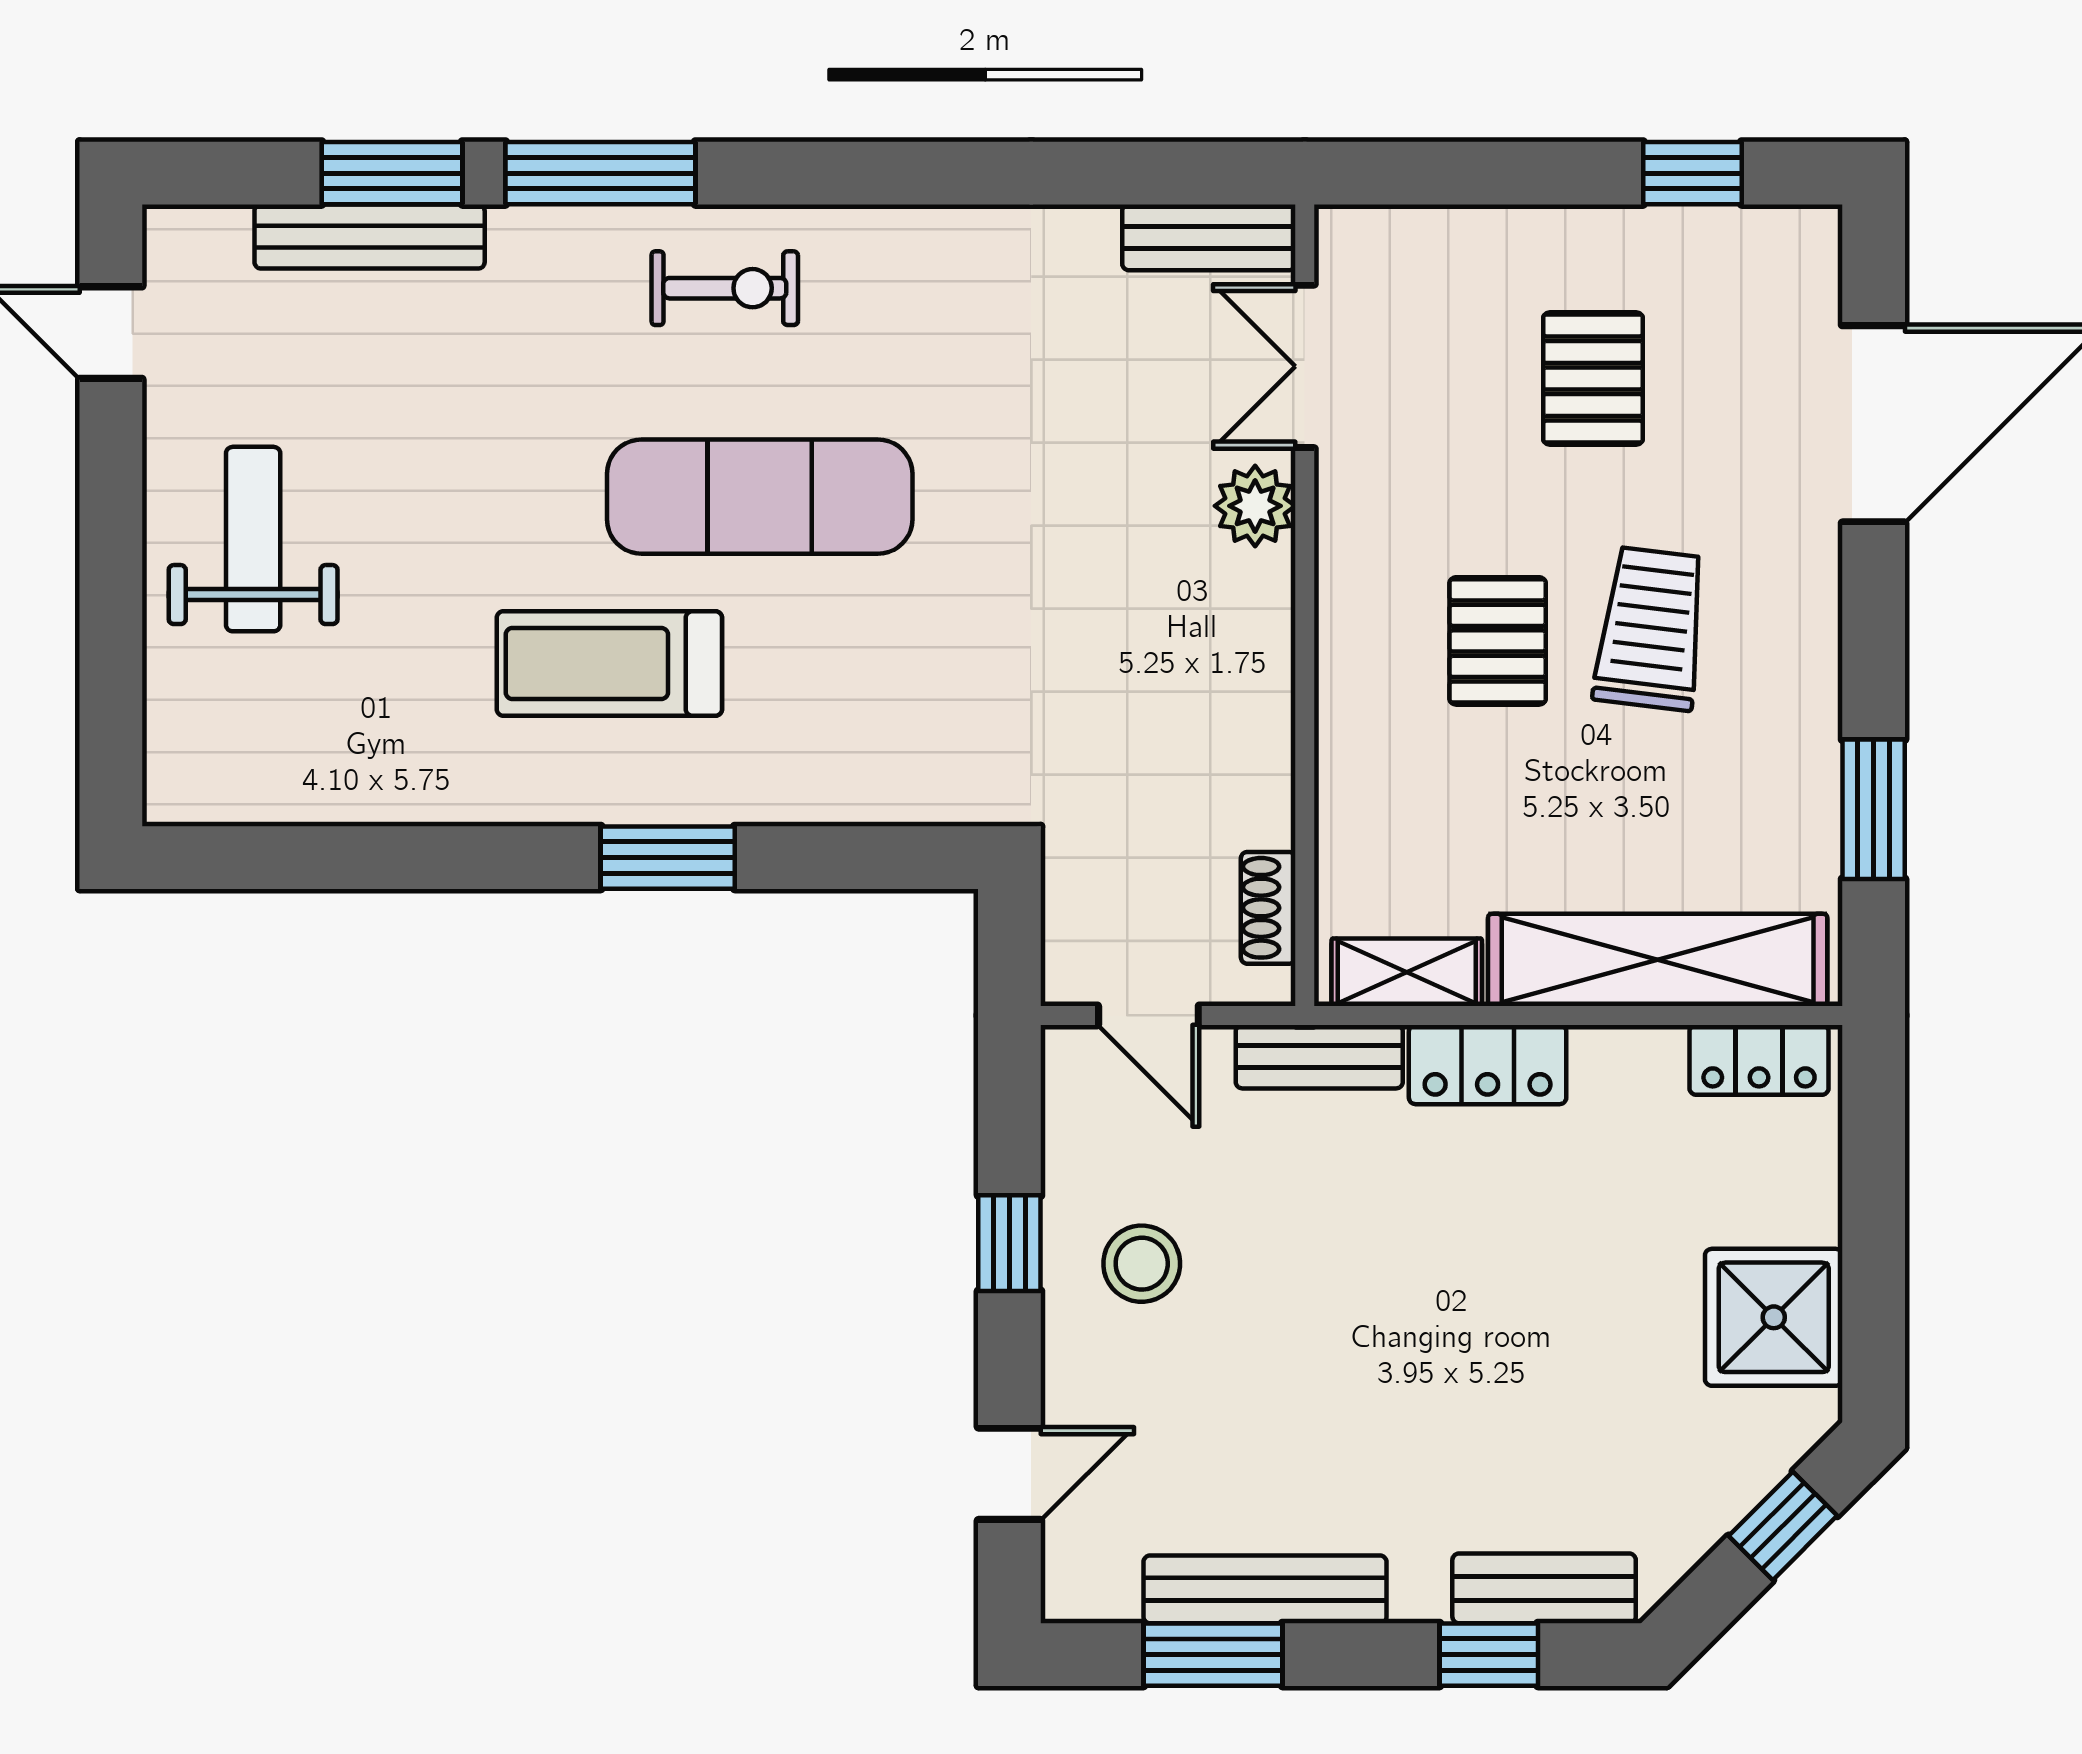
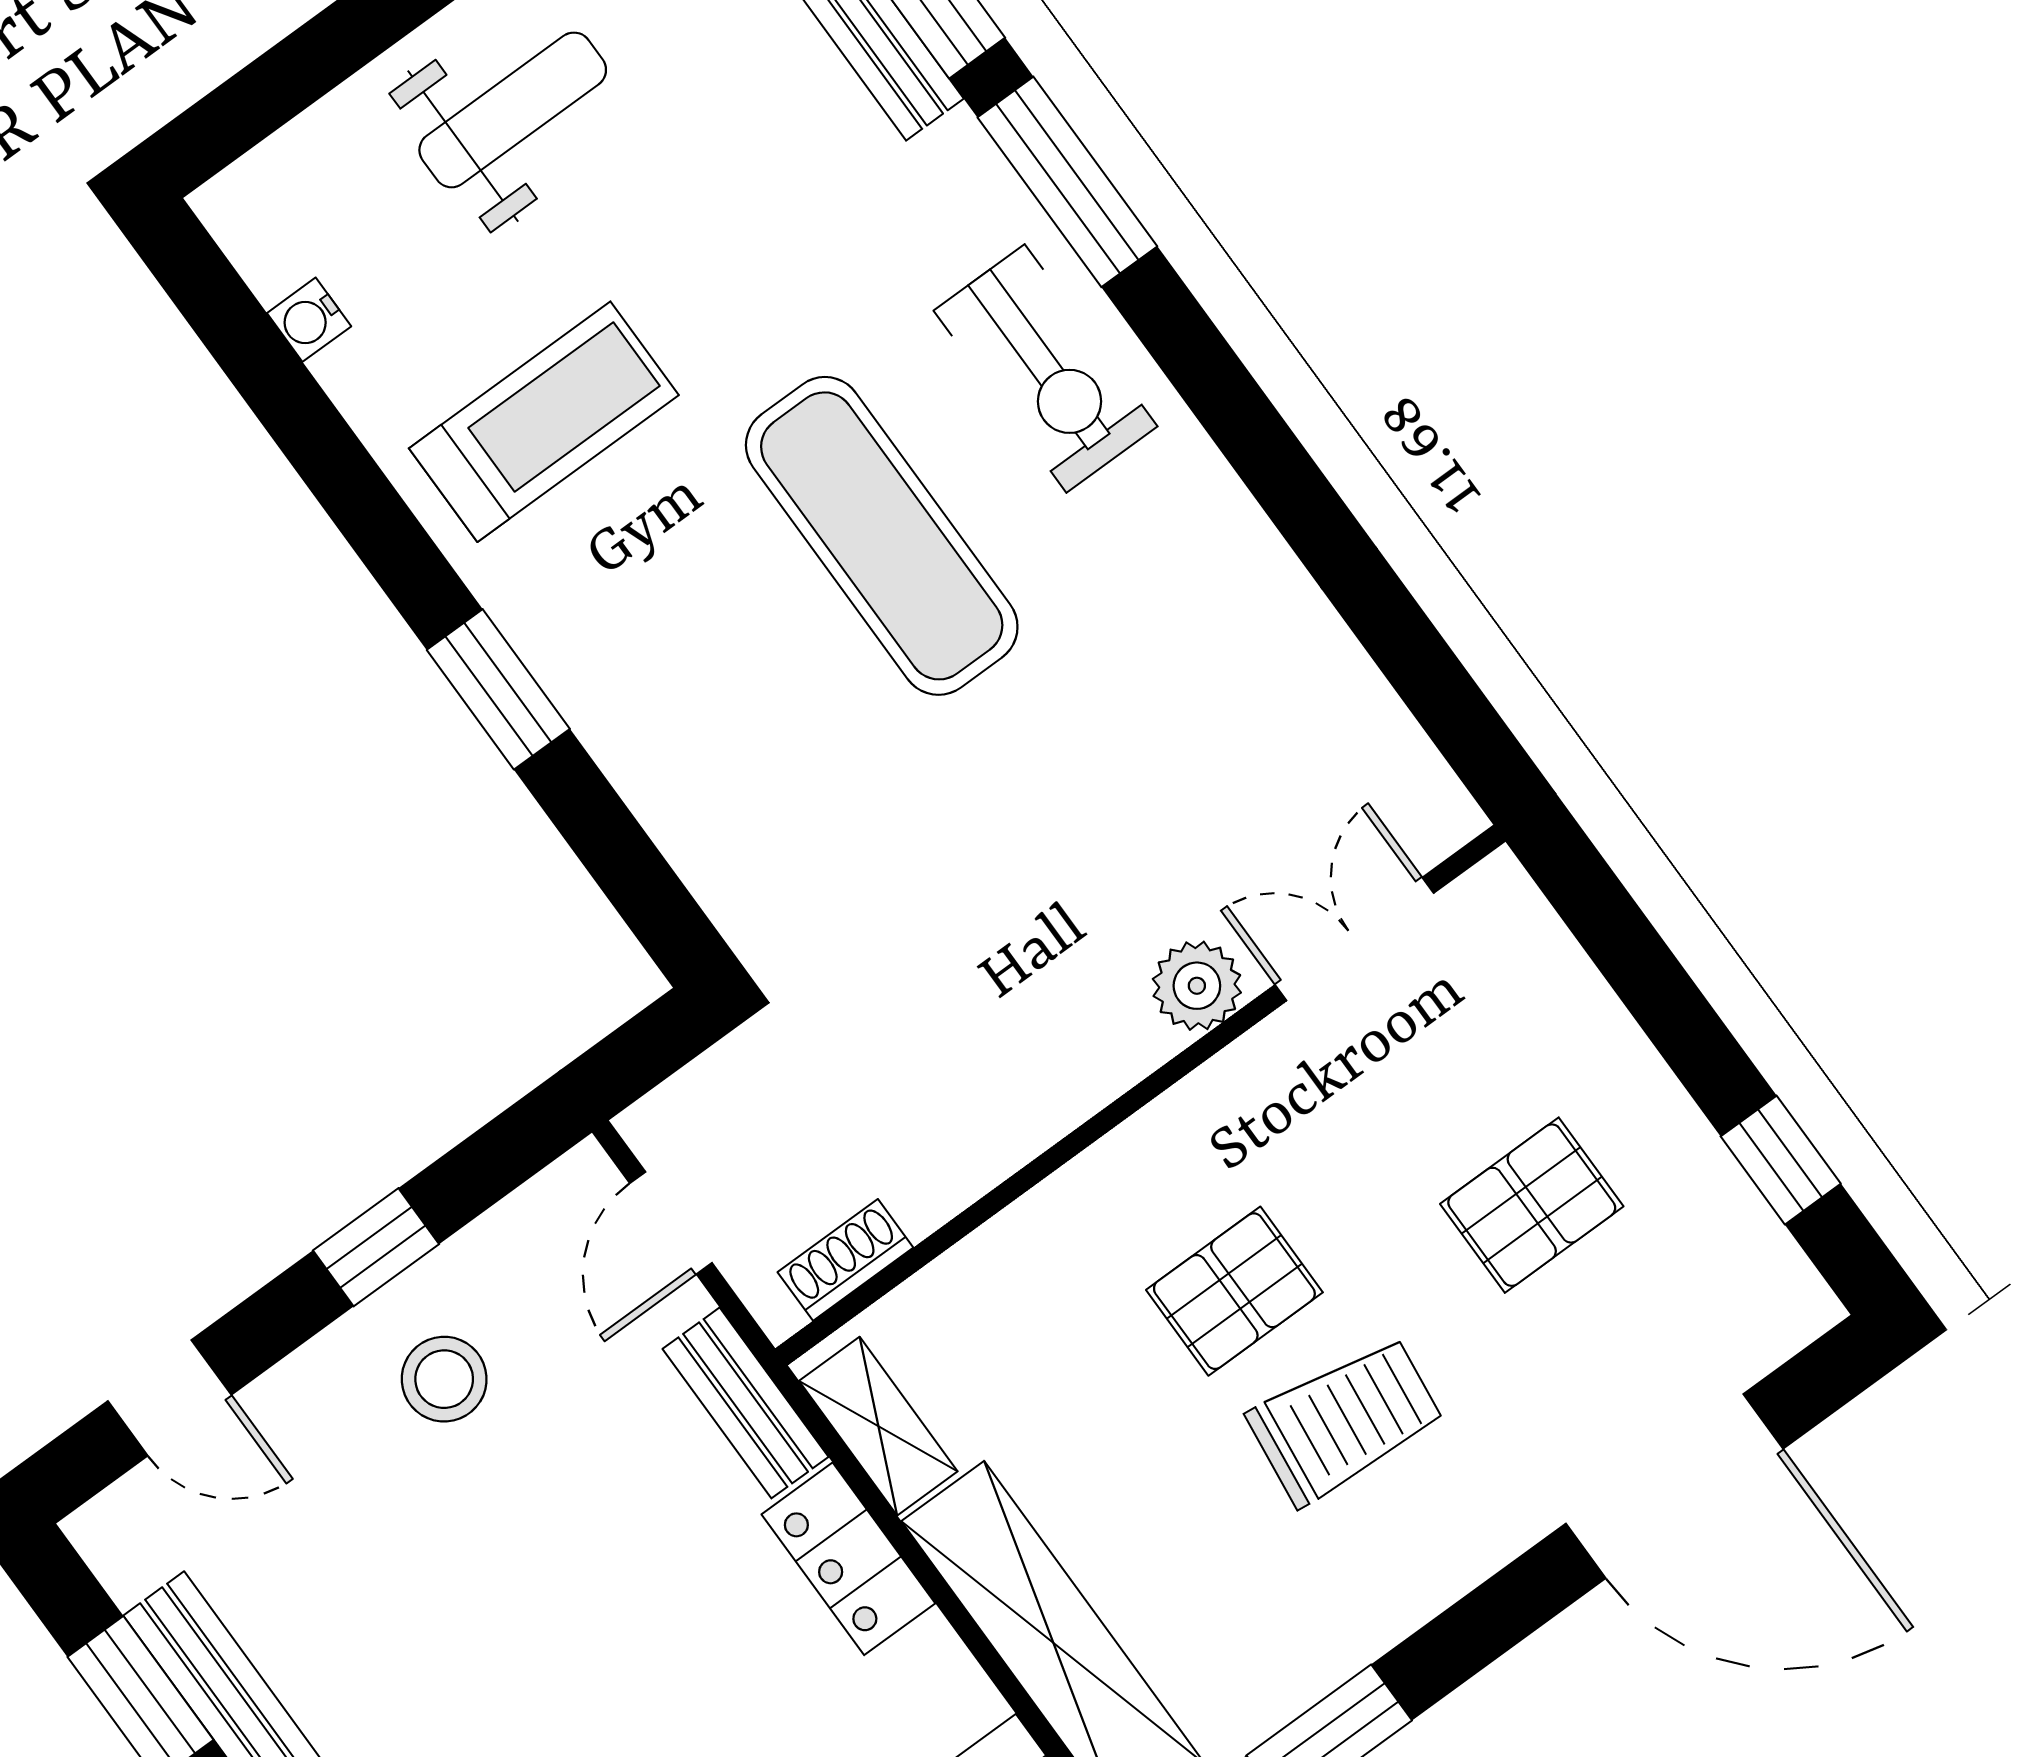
bench: (1209, 237) -> (1407, 769), removed
exercise bike: (725, 288) -> (1046, 369), width x1.38, depth x1.39
treadmill: (609, 663) -> (544, 422), moved, turned 90
water cooler: (298, 799) -> (309, 320), added

